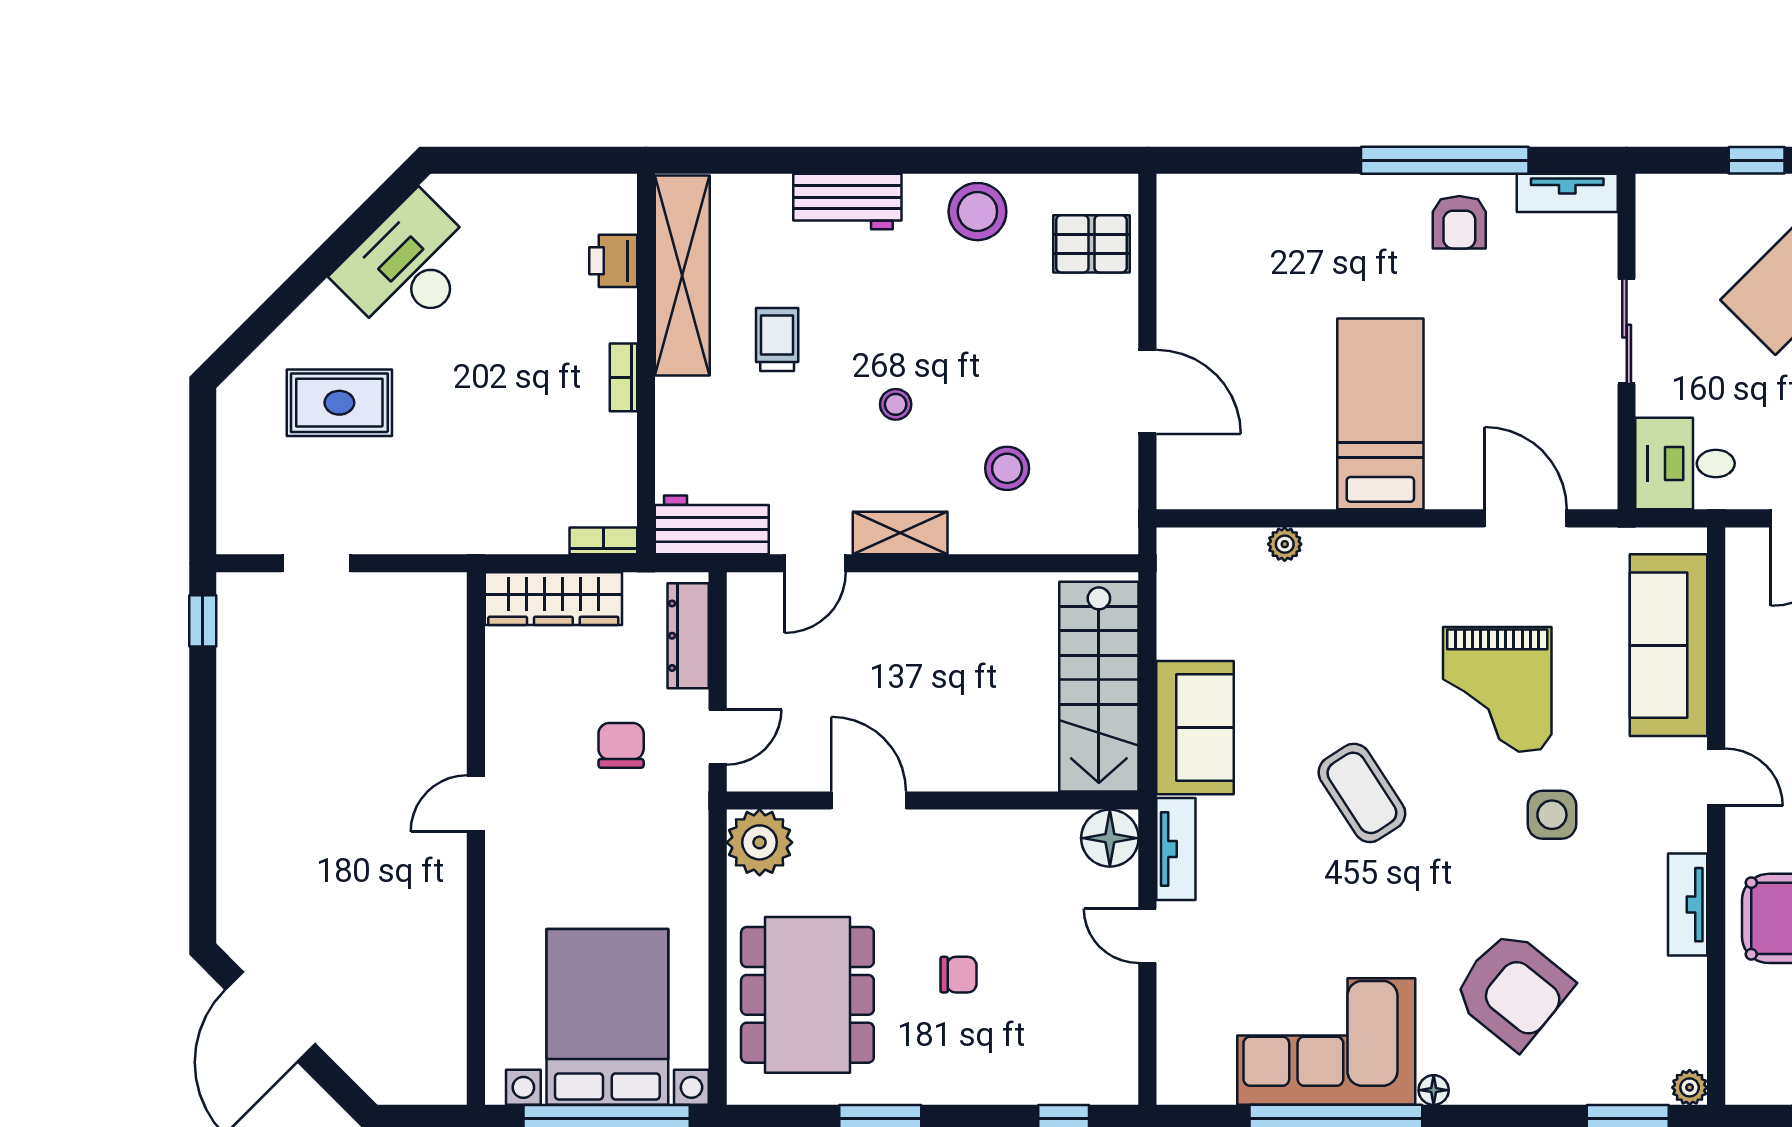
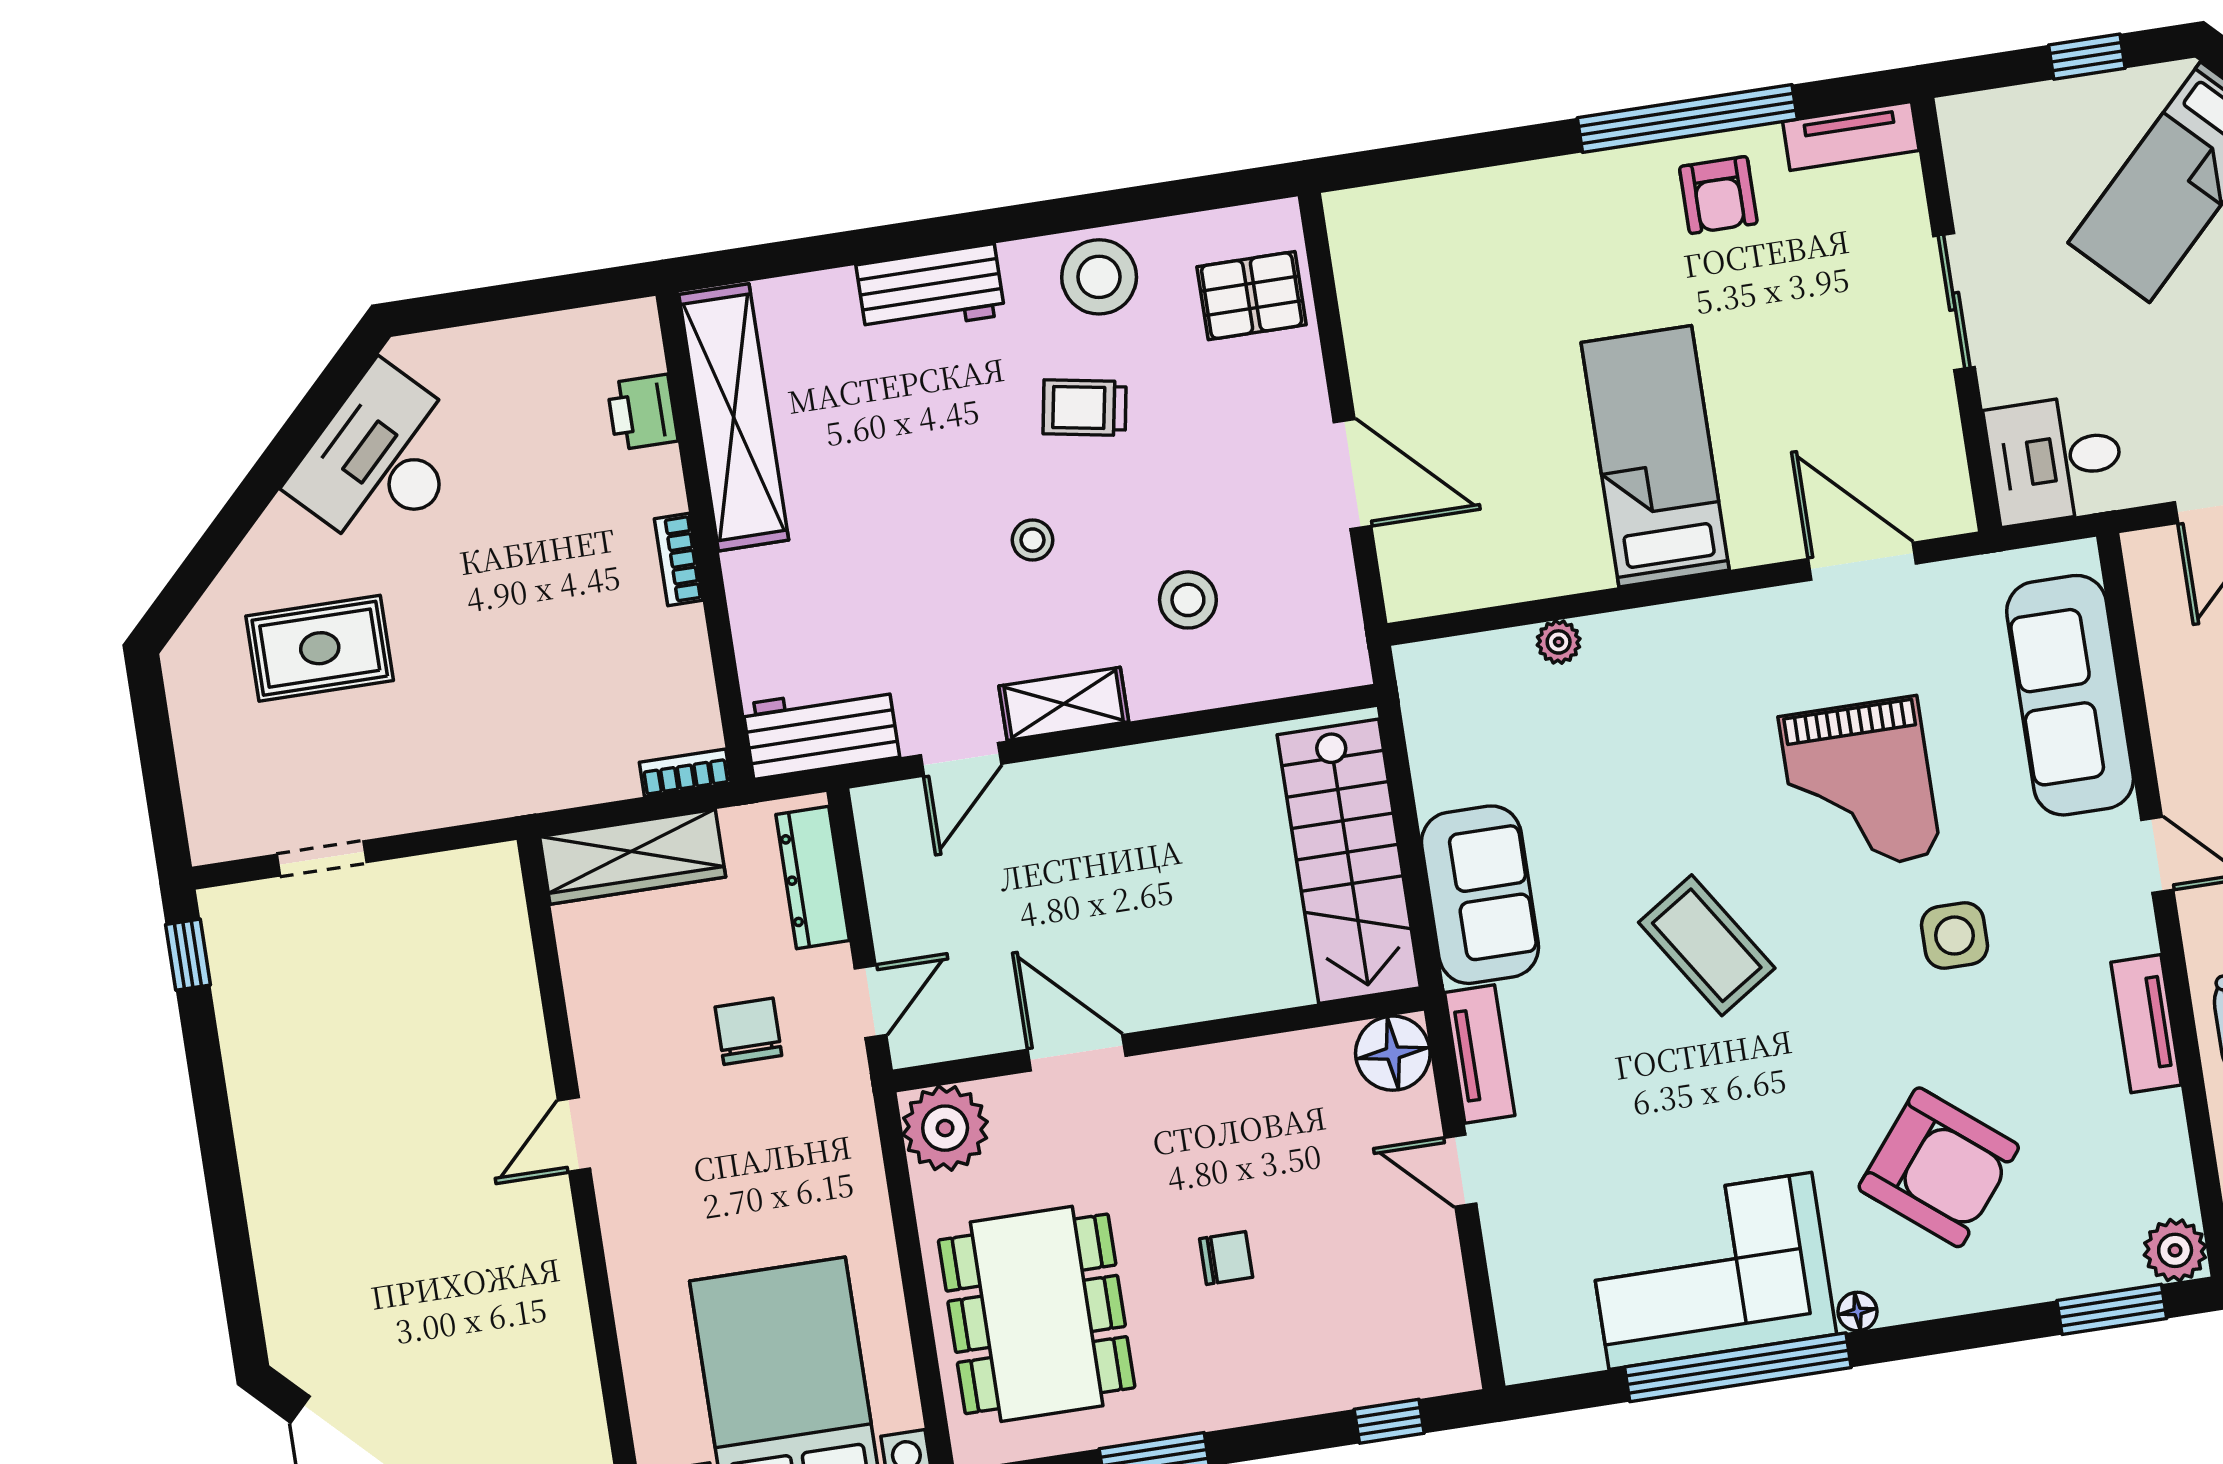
trolley: (777, 339) -> (1085, 408), moved, turned -80
plant: (1690, 1087) -> (2175, 1250), width x1.38, depth x1.38

